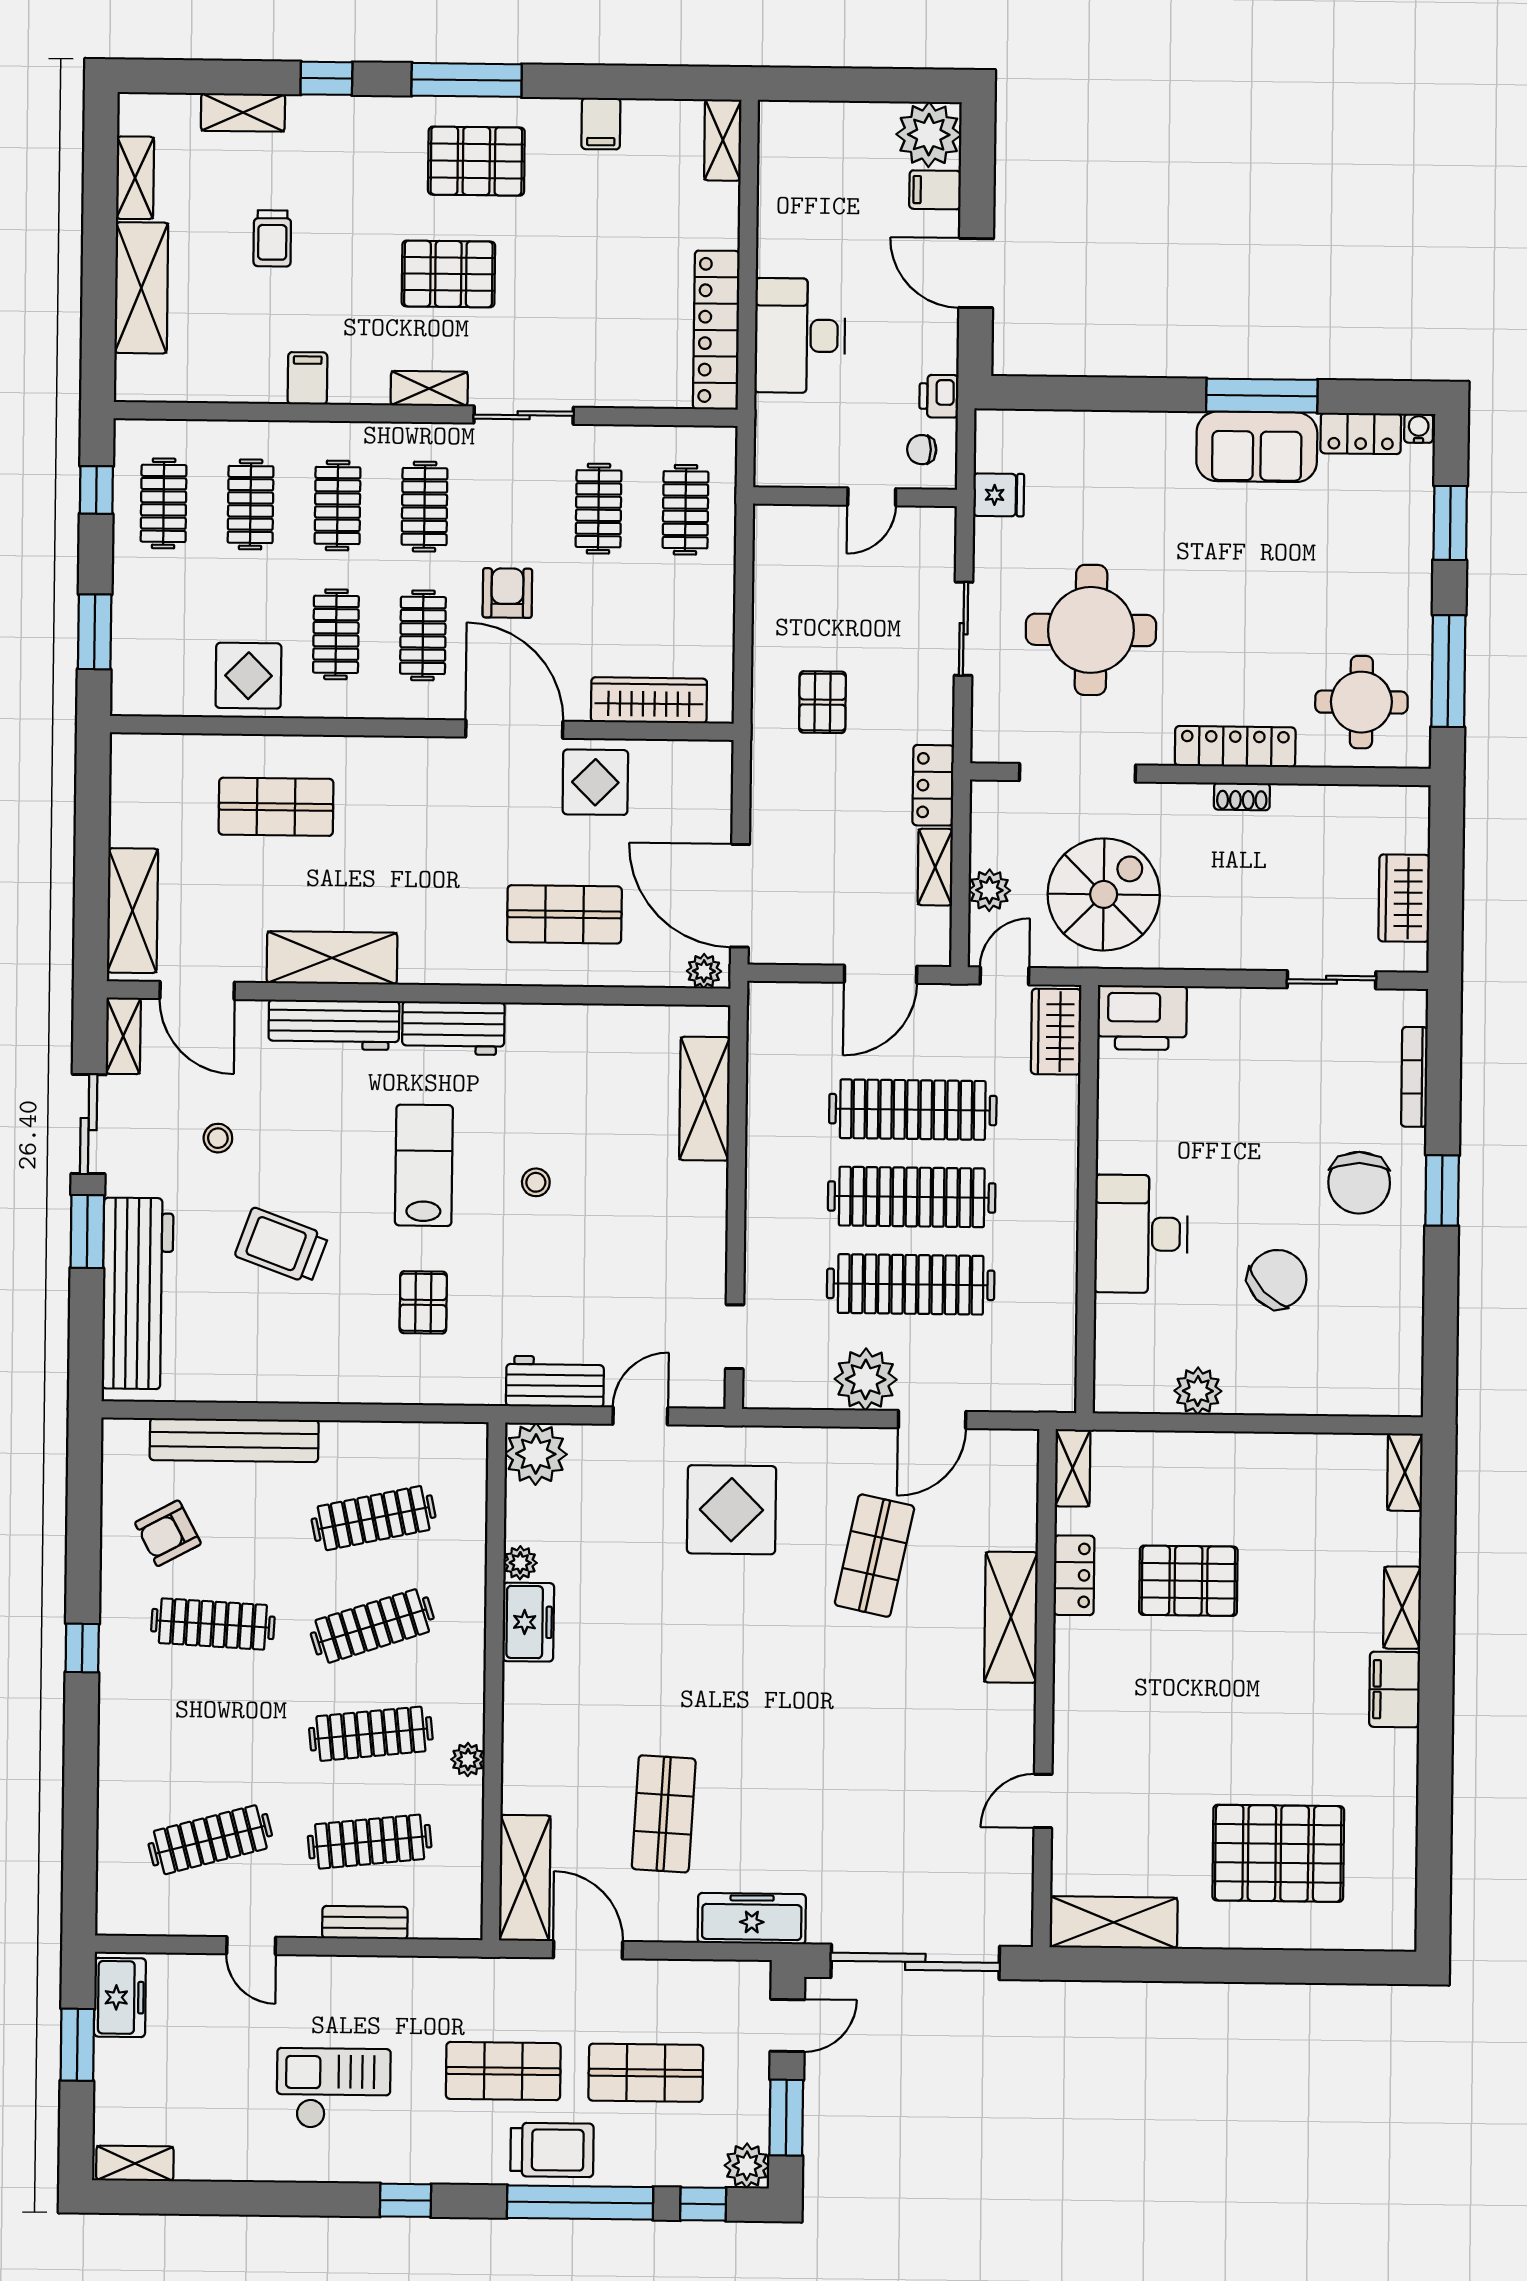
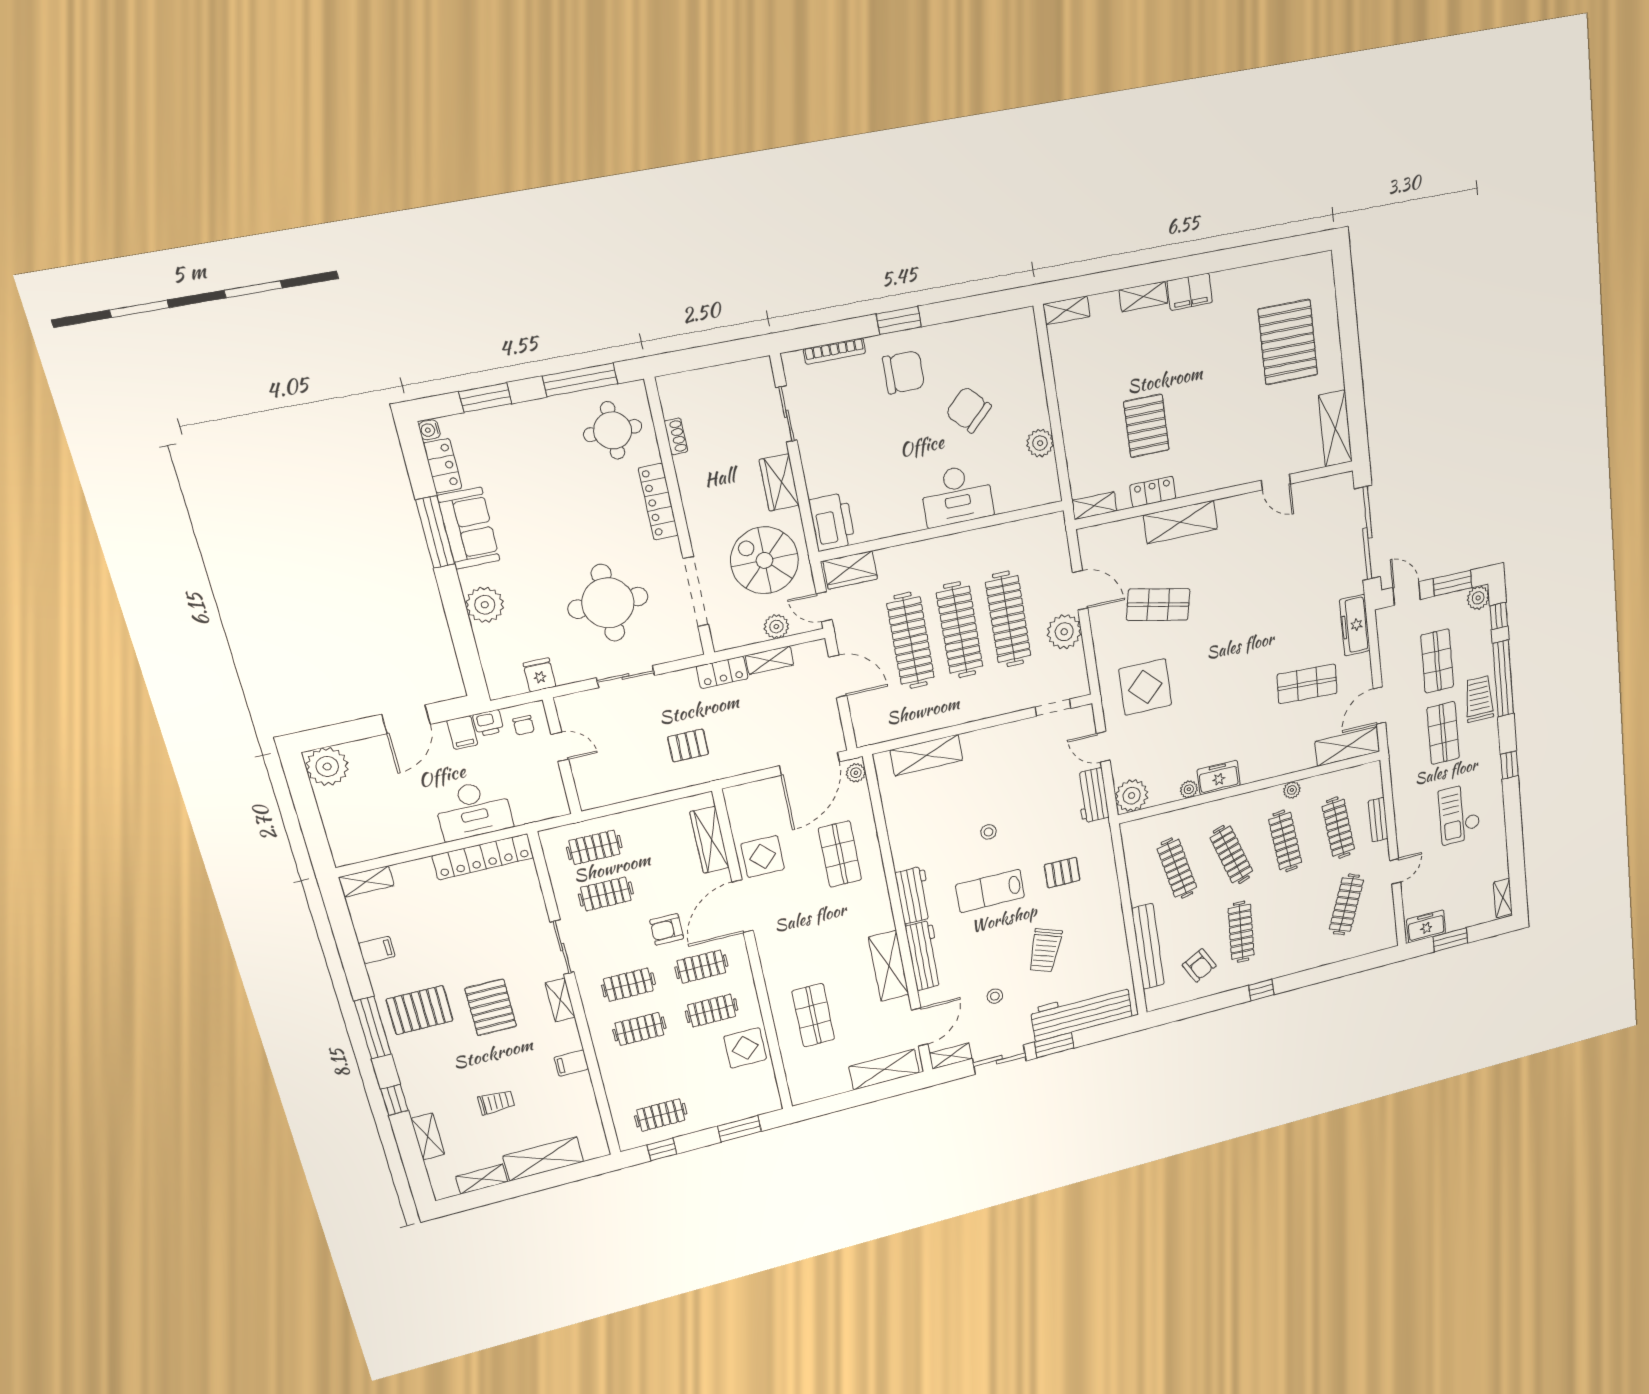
pallet: (476, 161) -> (420, 1010), turned 90
filing cabinet: (935, 190) -> (462, 733), moved
plant: (1131, 440) -> (485, 605), added
clothes rail: (251, 504) -> (650, 1072), removed
shoe rack: (1242, 796) -> (676, 436), moved
wardrobe: (1404, 898) -> (779, 482), moved, turned 90
clothes rail: (210, 1840) -> (1346, 905), turned 36

